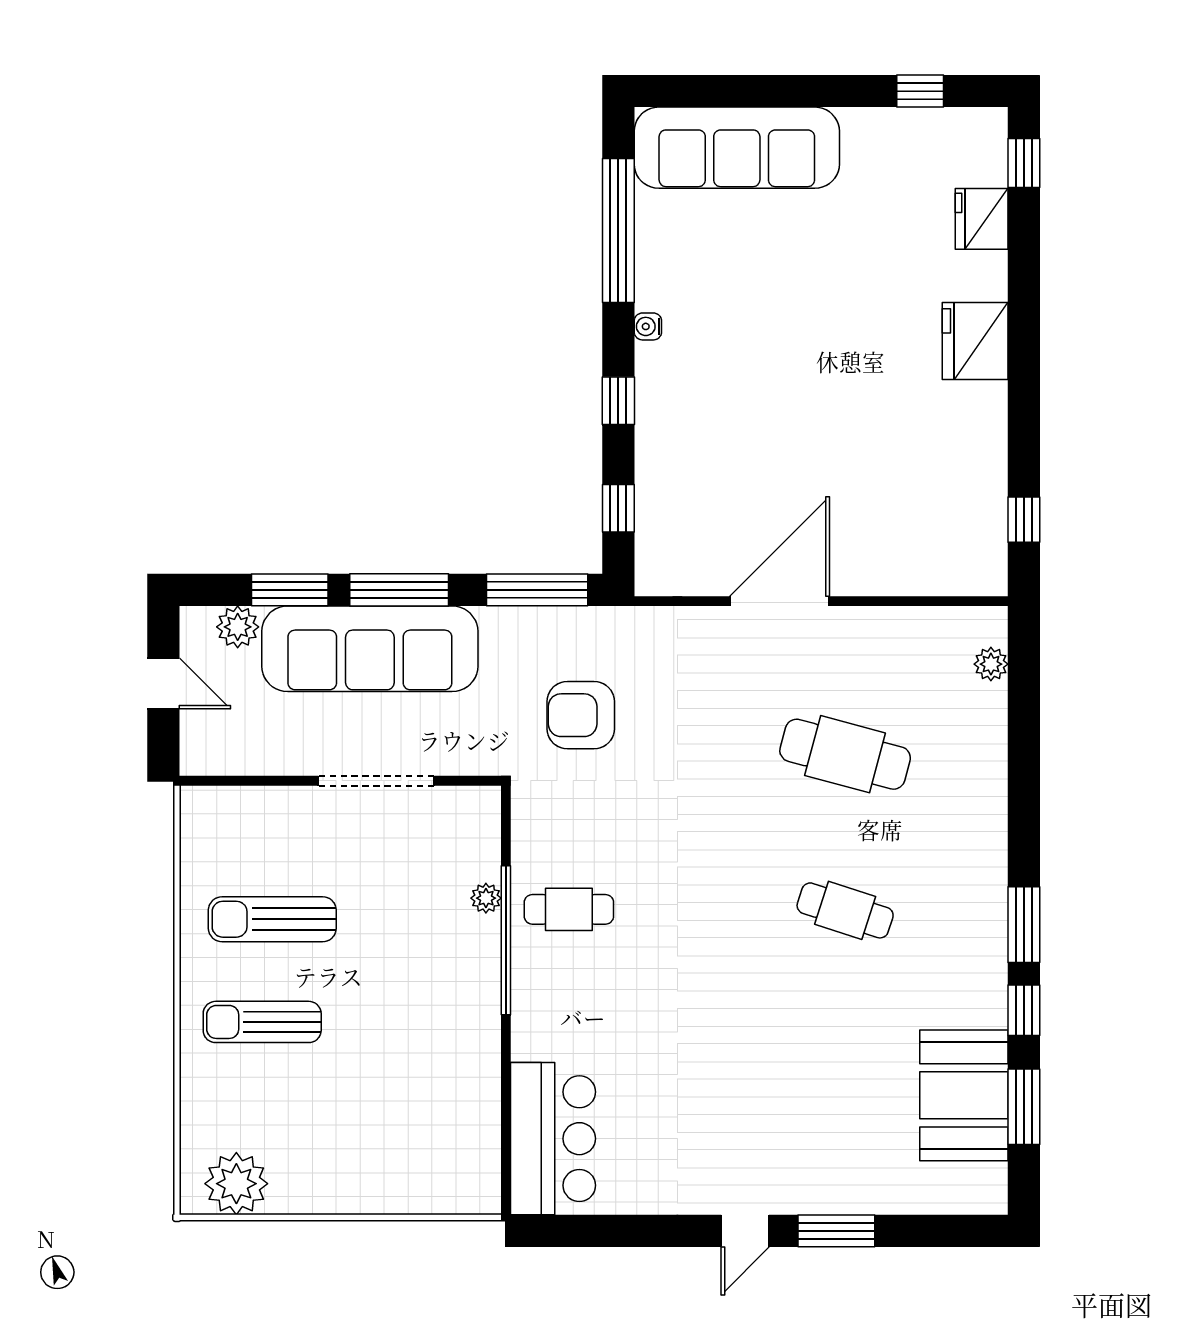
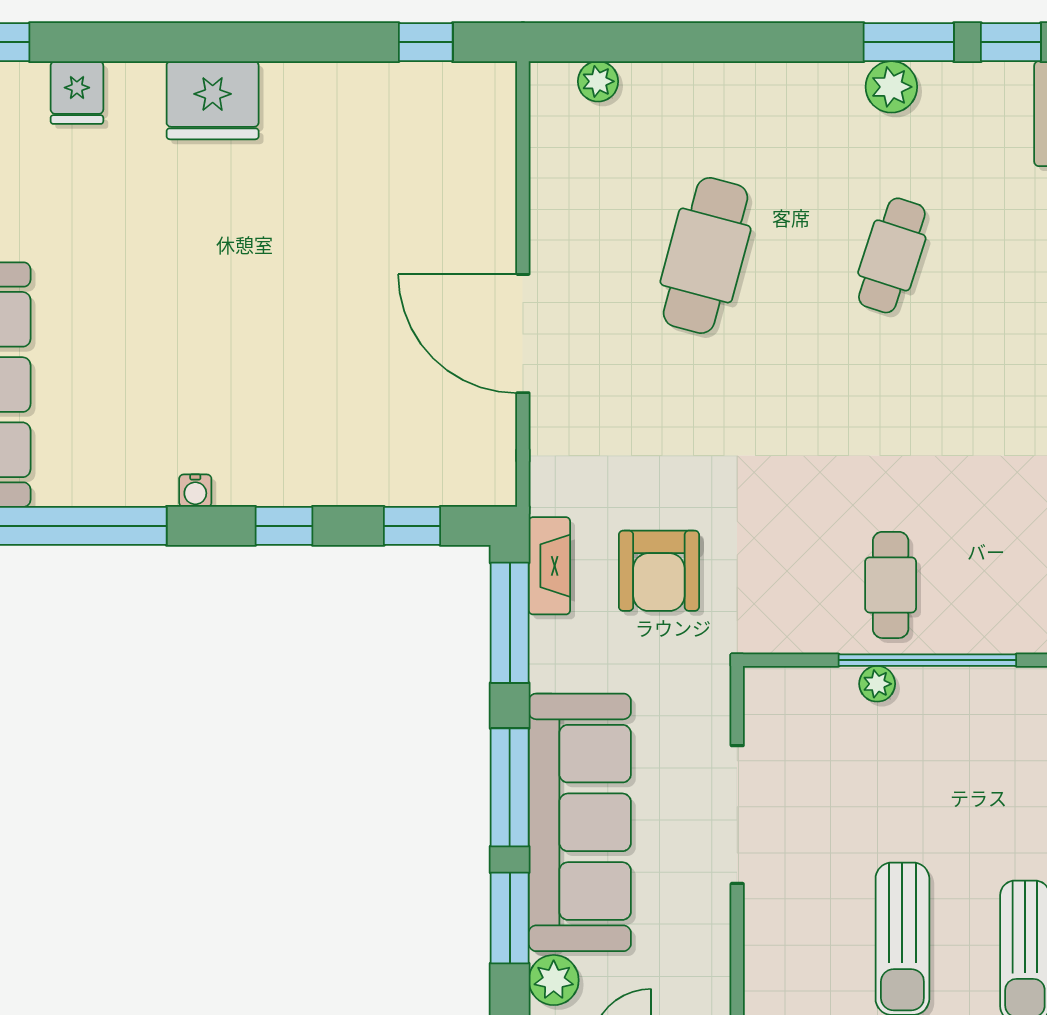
fridge: (982, 219) -> (77, 93), width x0.72
fireplace: (585, 623) -> (549, 566), added
plant: (986, 910) -> (891, 87), added

